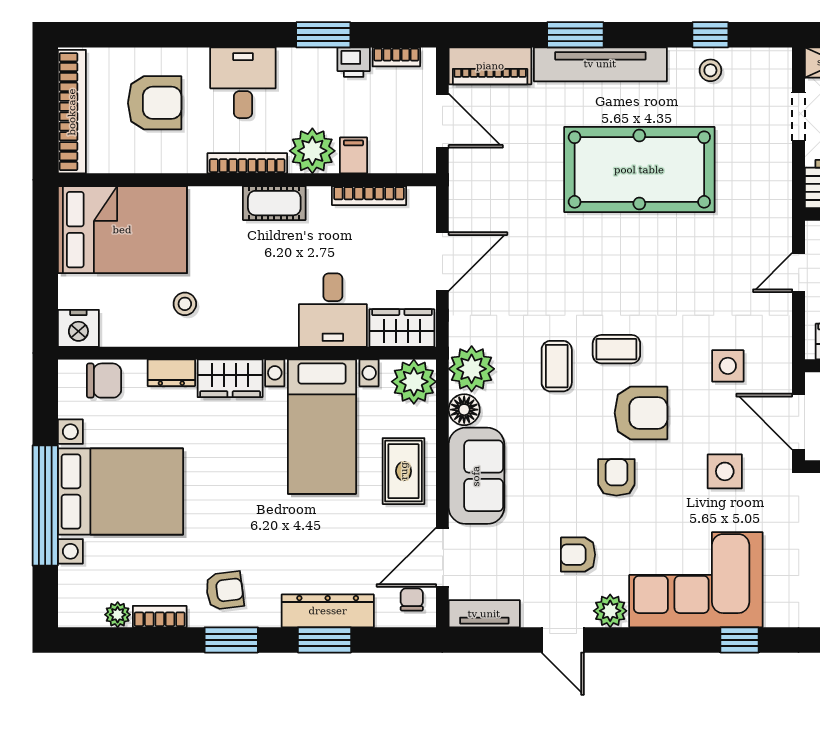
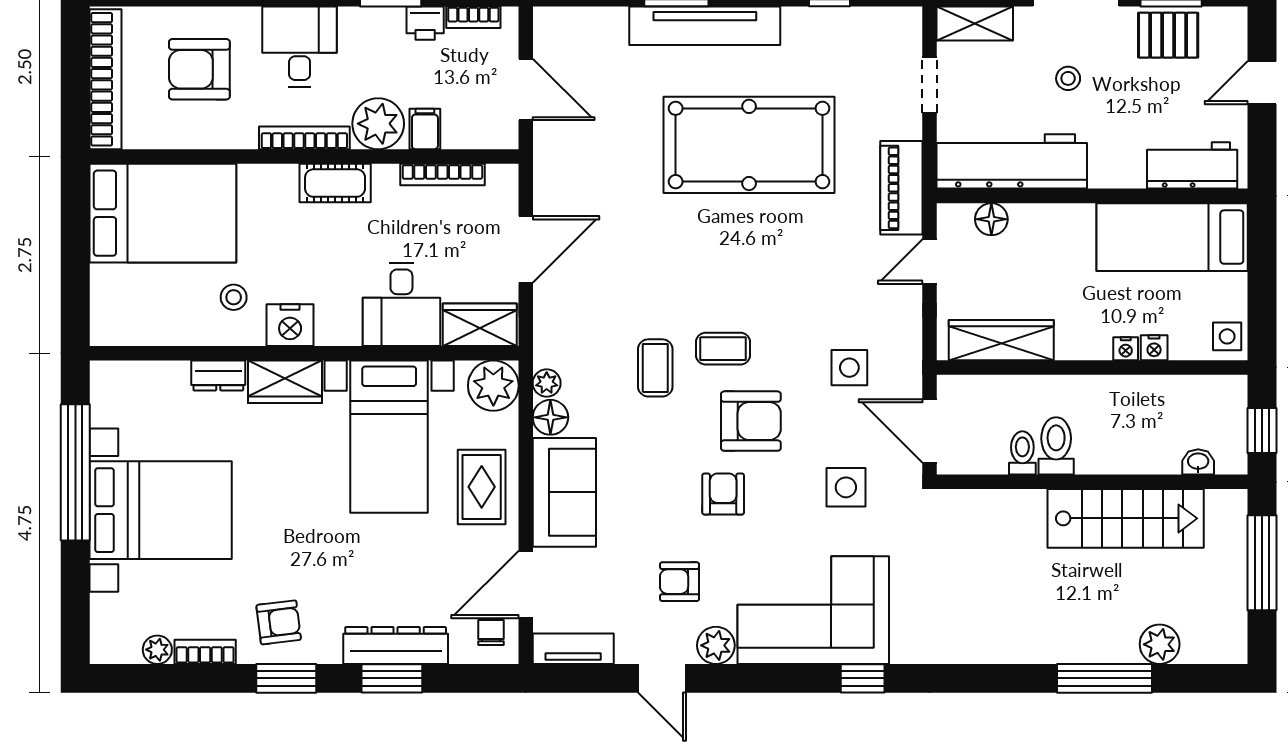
piano: (490, 66) -> (901, 188), moved, turned 90
stool: (710, 70) -> (830, 32), removed
armchair: (155, 103) -> (199, 69), turned 180
nightstand: (78, 328) -> (290, 325), moved
plant: (472, 369) -> (547, 383), width x0.53, depth x0.53
chair: (104, 381) -> (142, 384), removed
window: (45, 505) -> (75, 472), moved

